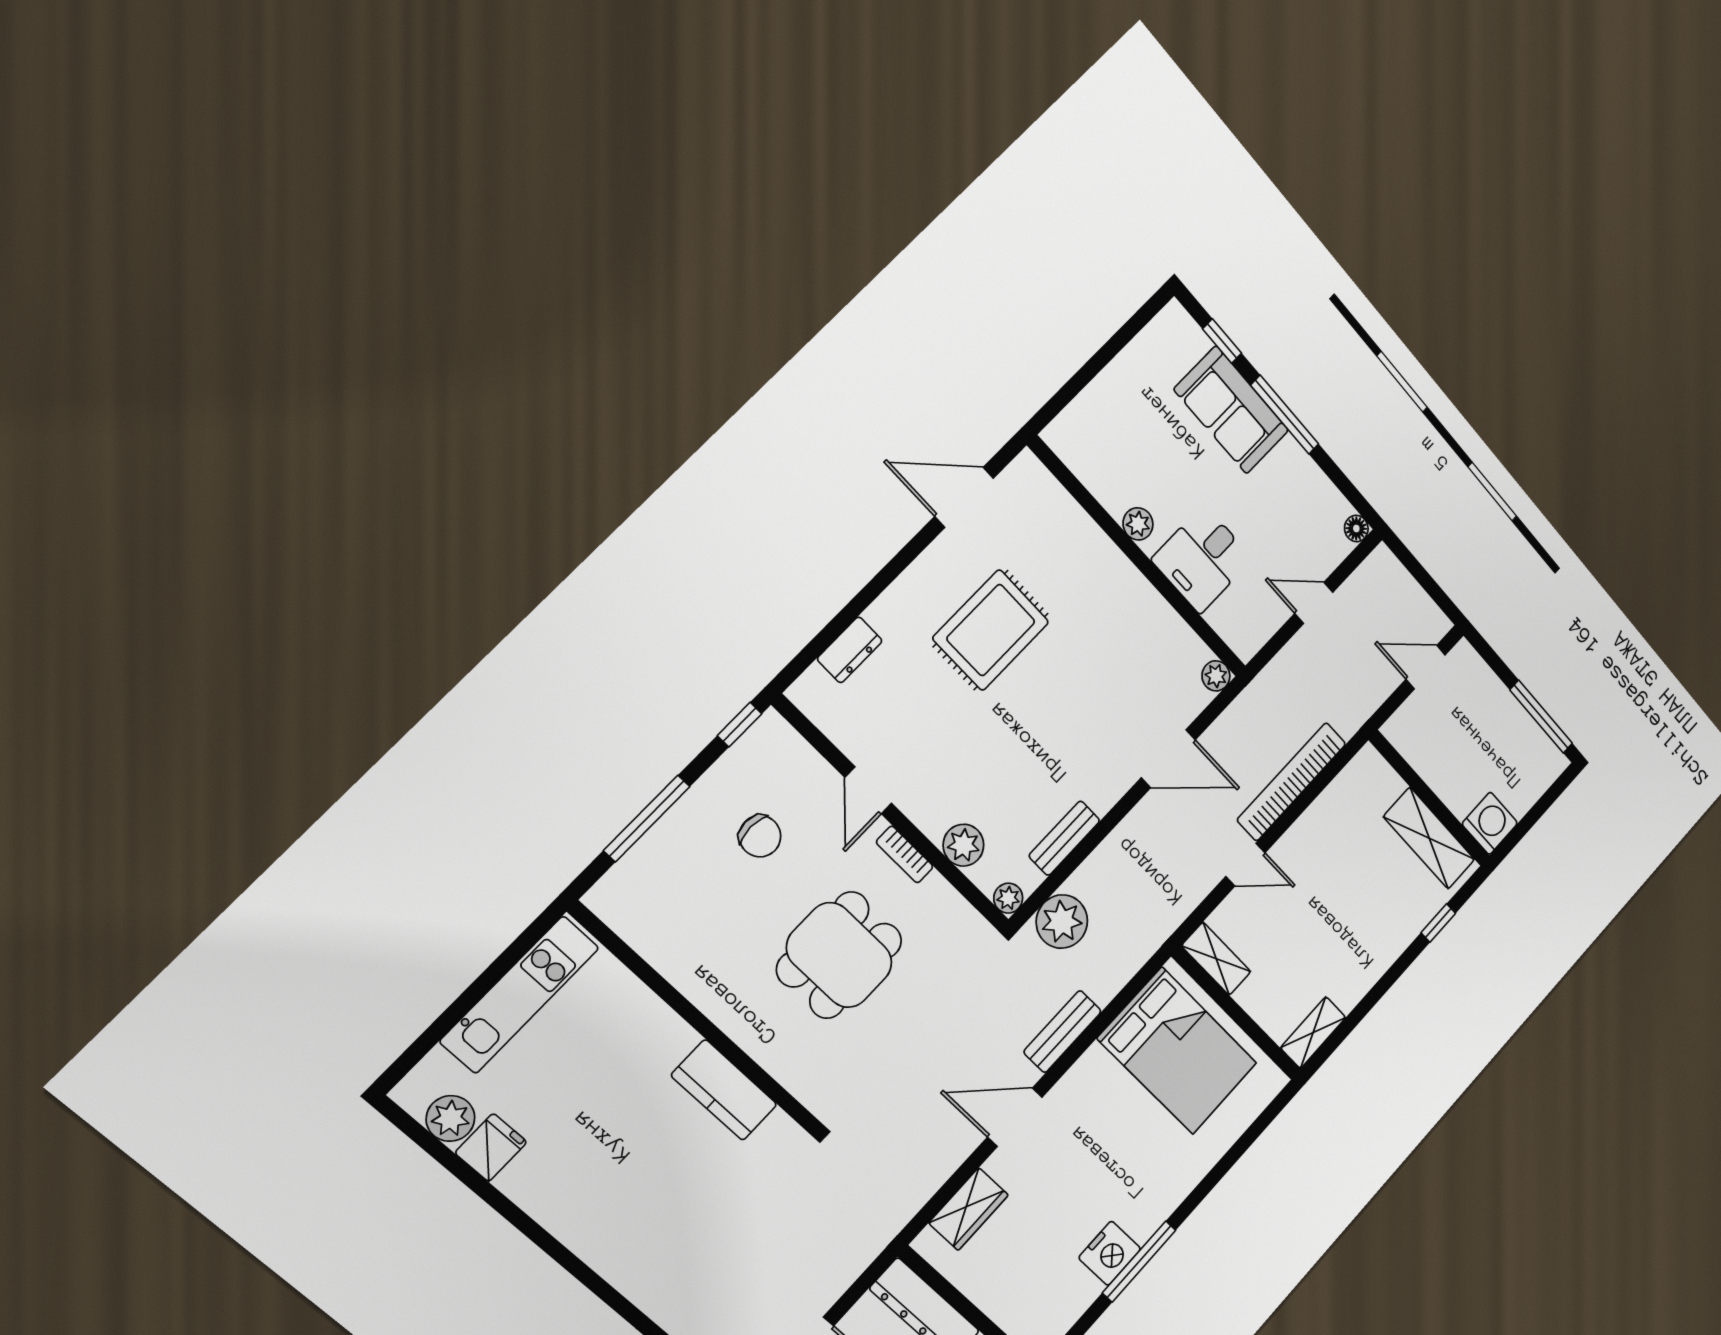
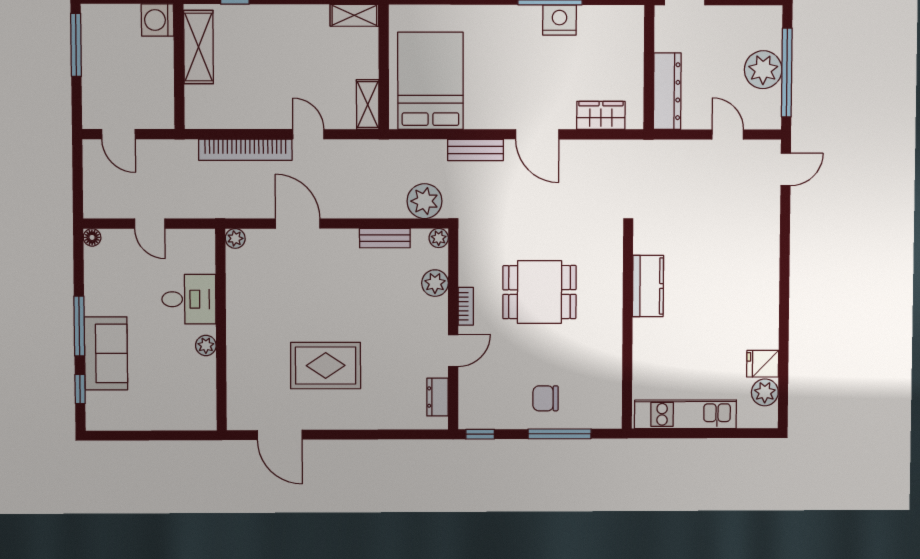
dresser: (850, 650) -> (438, 397), moved, turned -90
chair: (760, 836) -> (546, 398), moved, turned -90

